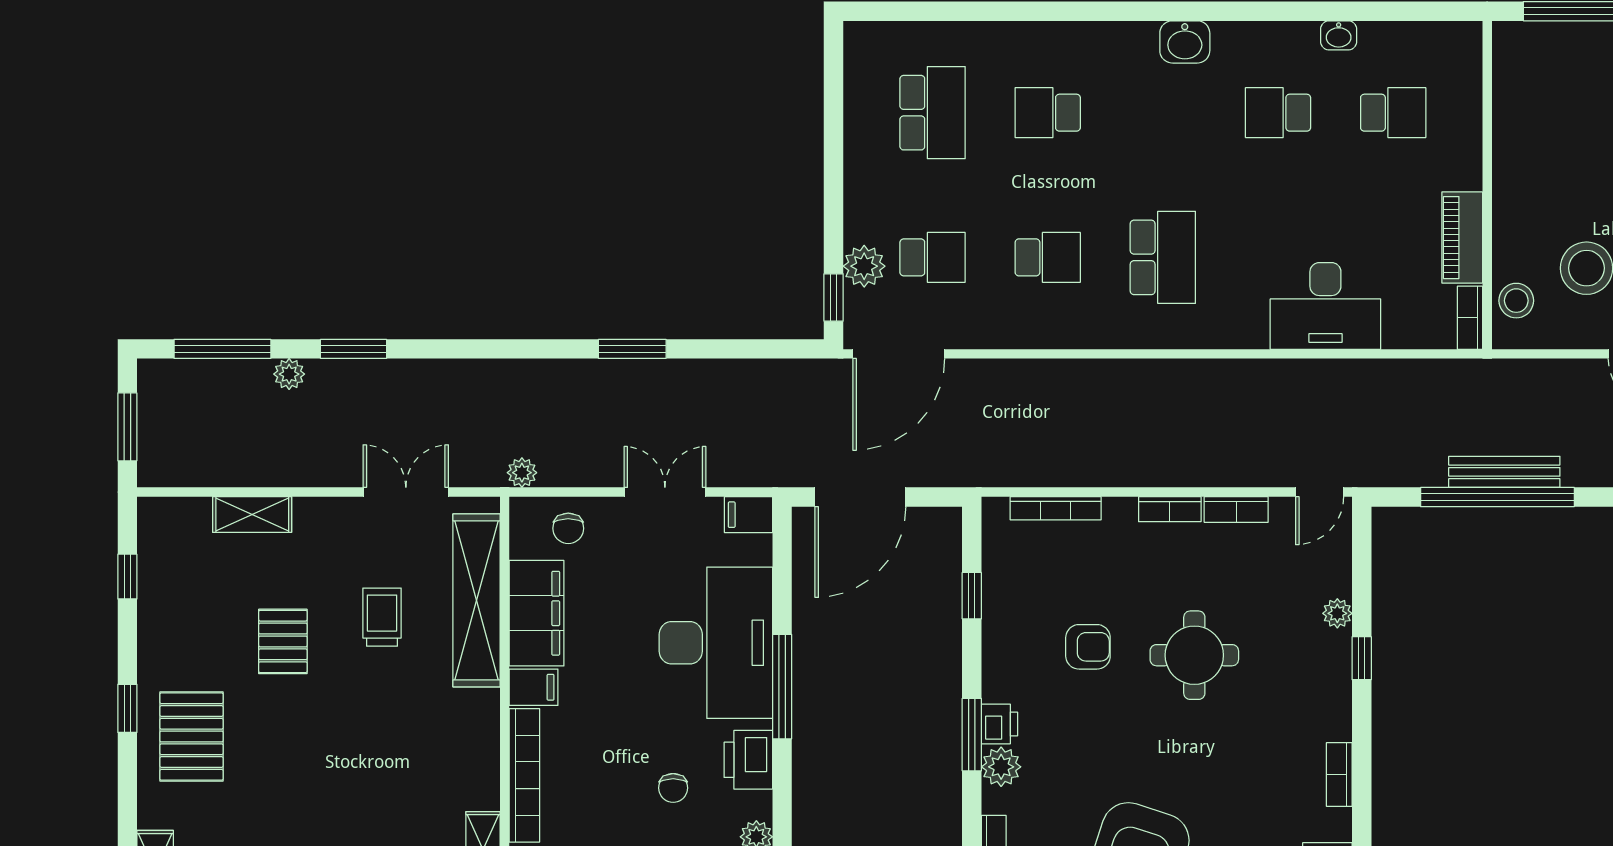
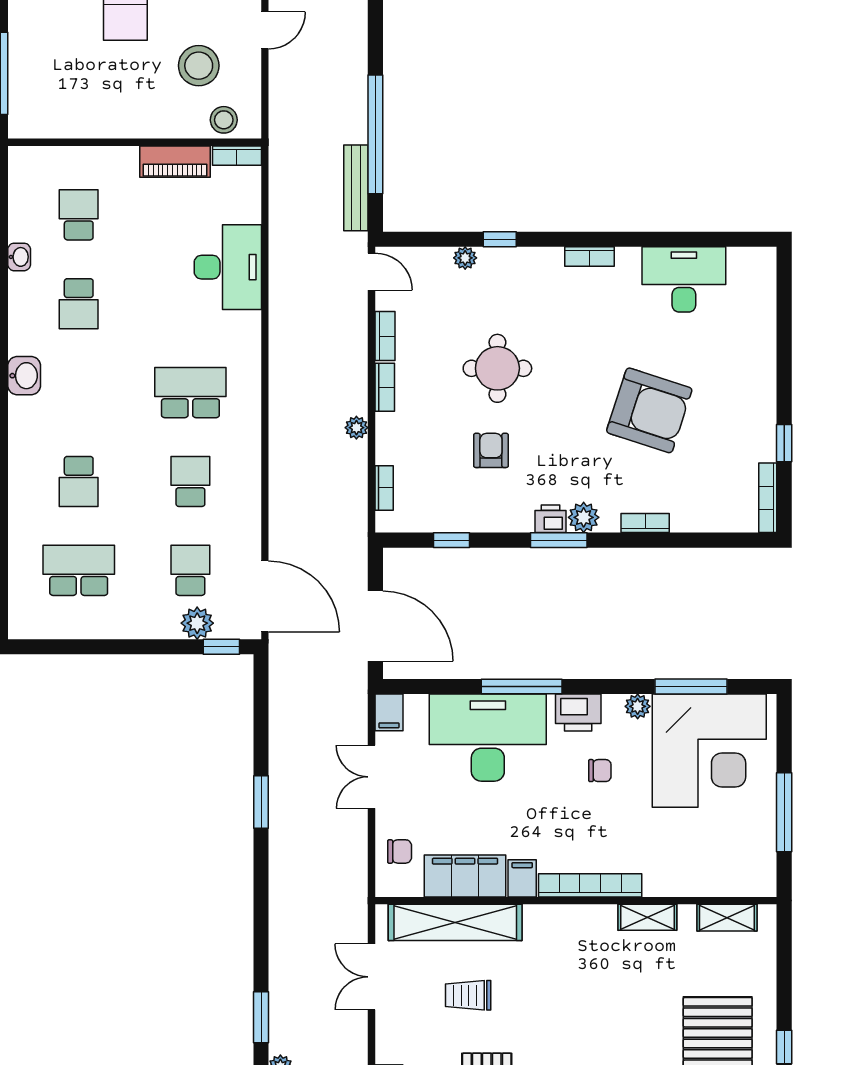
bench: (1504, 472) -> (356, 188), moved
plant: (522, 473) -> (356, 428), moved
bookcase: (1056, 508) -> (384, 488), width x0.64

